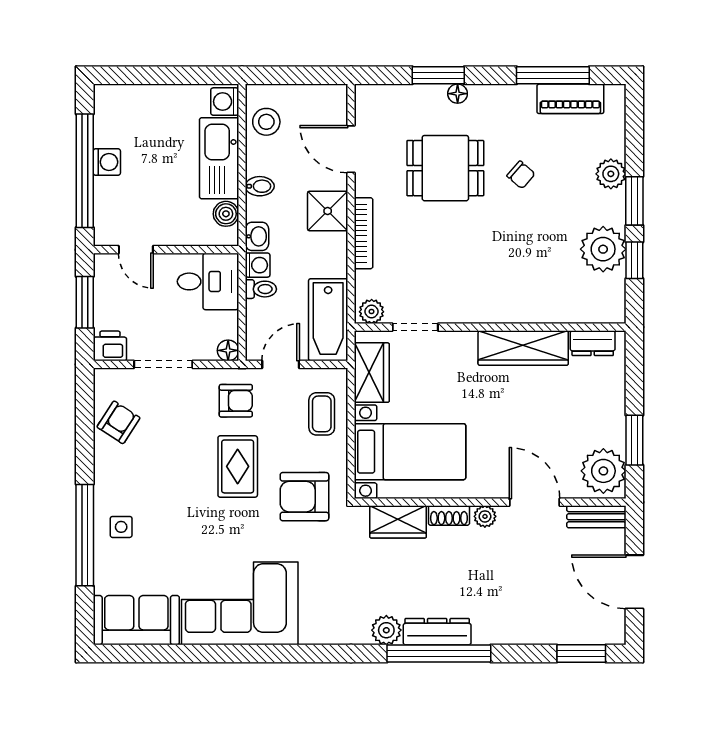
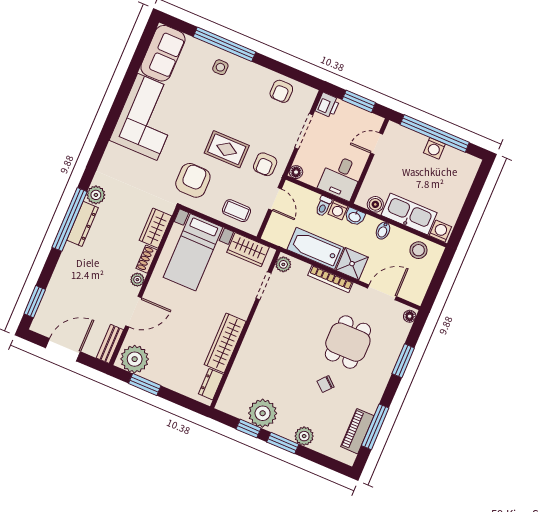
floor lamp: (458, 94) -> (410, 316), moved
bathtub: (328, 320) -> (315, 248), moved
armchair: (118, 422) -> (281, 91), turned 57

